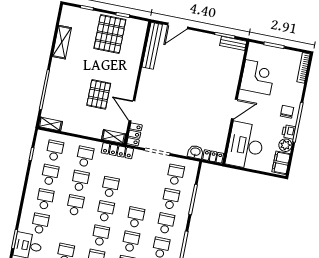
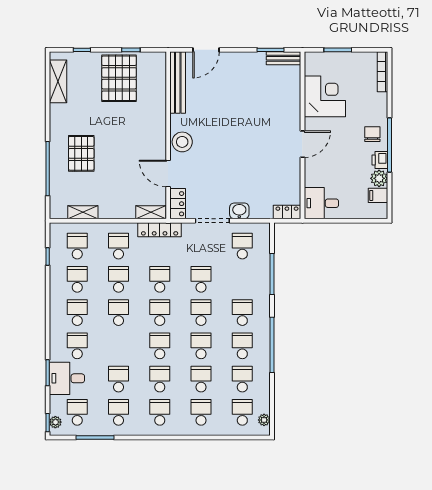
shelving: (62, 42) -> (58, 81), moved
stool: (147, 90) -> (182, 142), added
pallet: (99, 94) -> (81, 153), moved
shelving: (50, 124) -> (83, 212), moved
desk: (245, 146) -> (321, 203), width x0.53, depth x0.77
washbasin: (195, 152) -> (239, 211), moved
filing cabinet: (281, 163) -> (378, 195), width x0.50
school desk: (171, 199) -> (201, 279), moved

